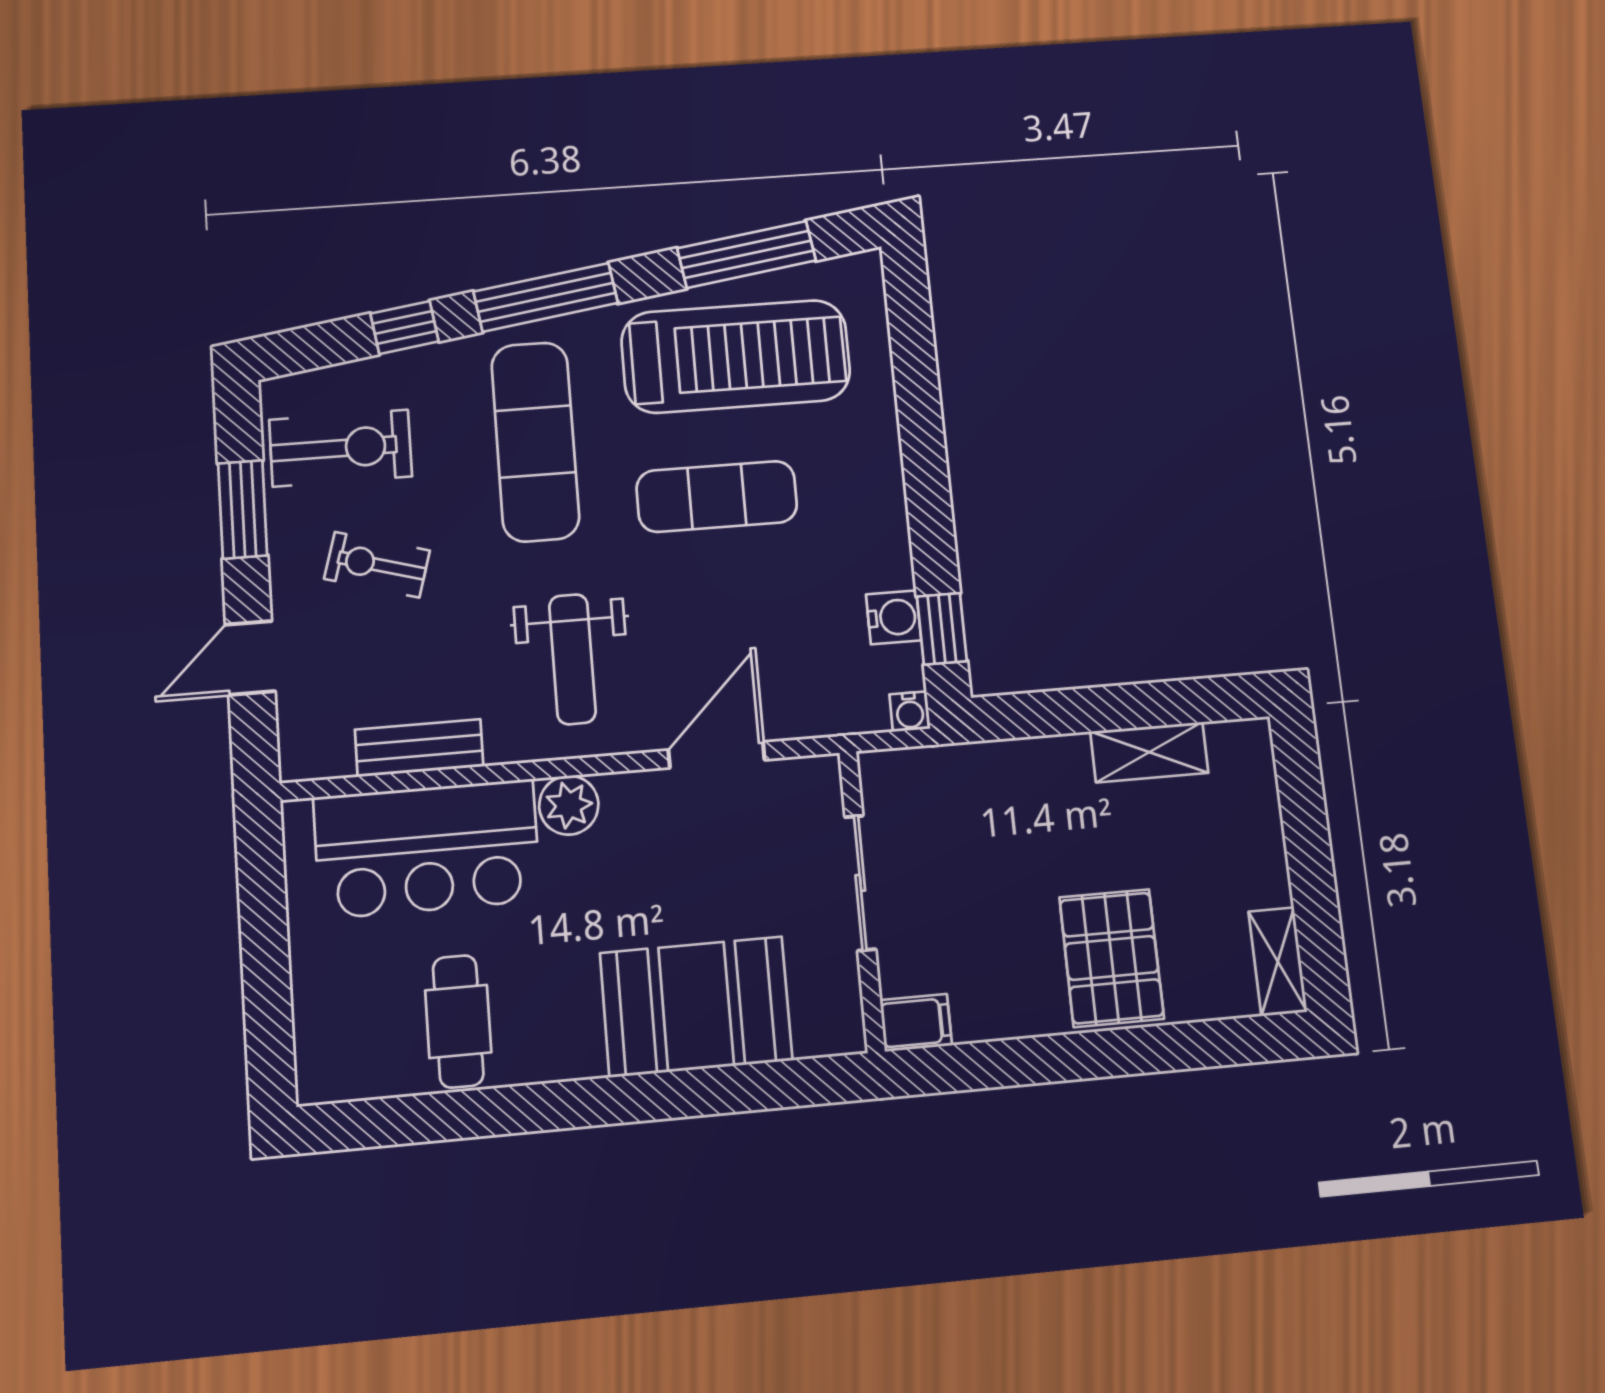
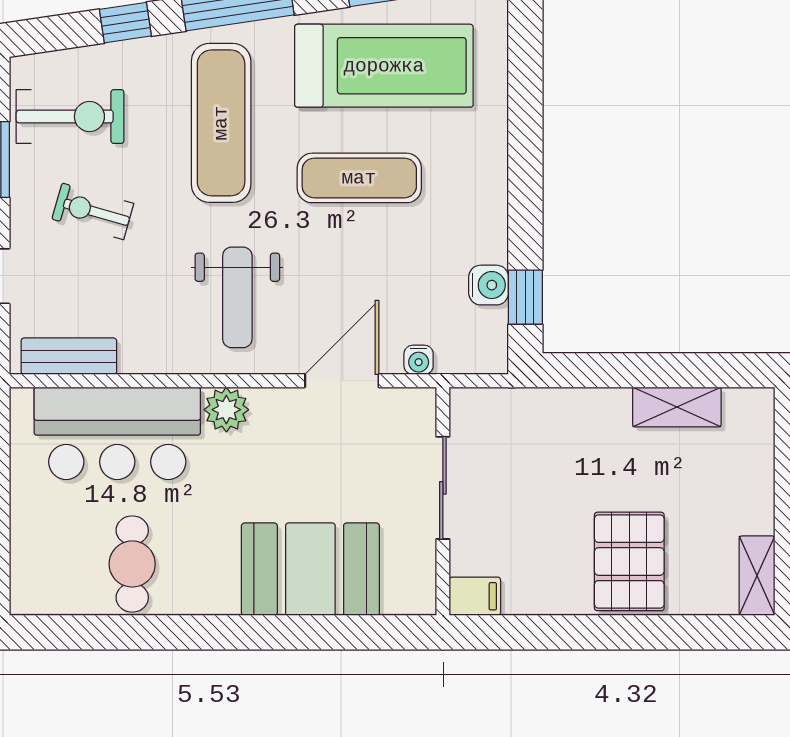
water cooler: (910, 712) -> (419, 360), moved
bench: (419, 748) -> (69, 356), moved

